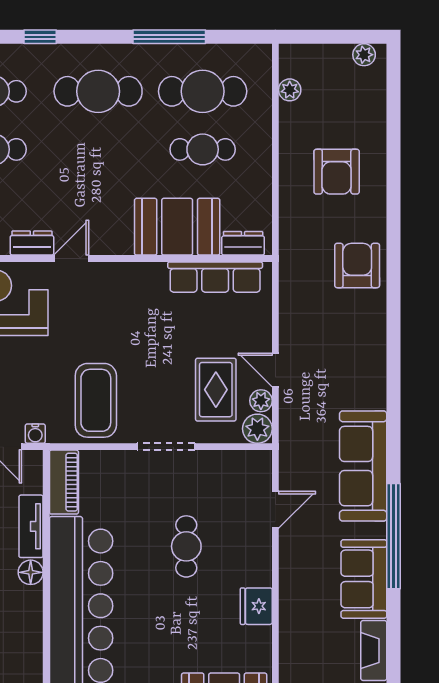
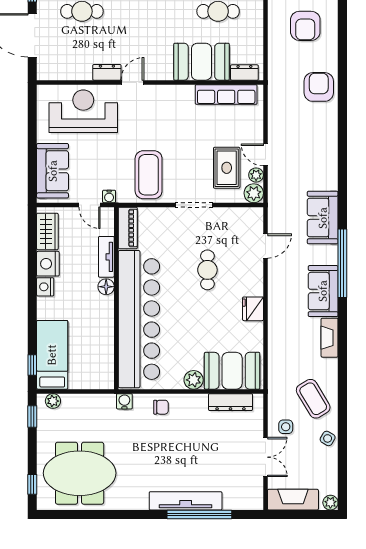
sofa: (363, 466) -> (323, 218), width x0.73

